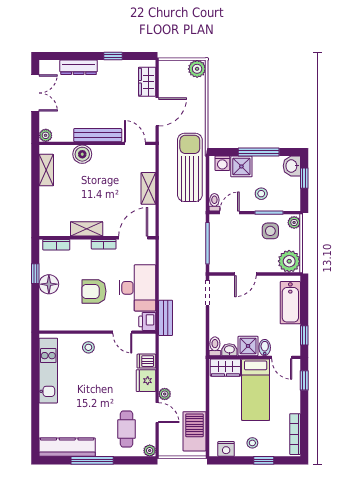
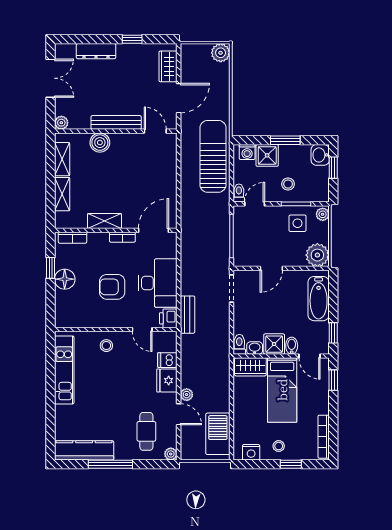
window: (259, 152) -> (285, 140), width x0.69
shelving: (148, 188) -> (62, 194), moved

